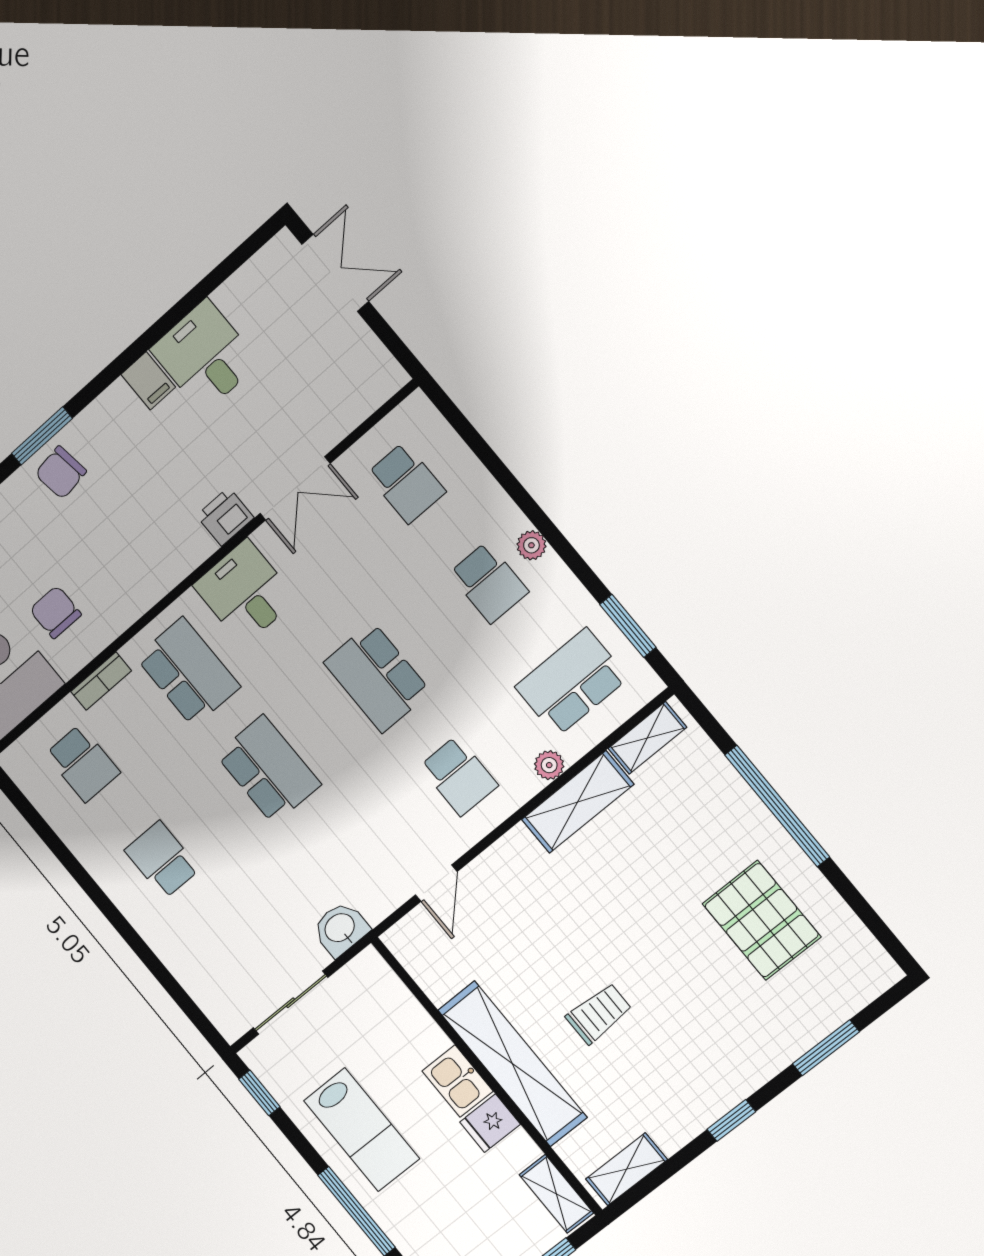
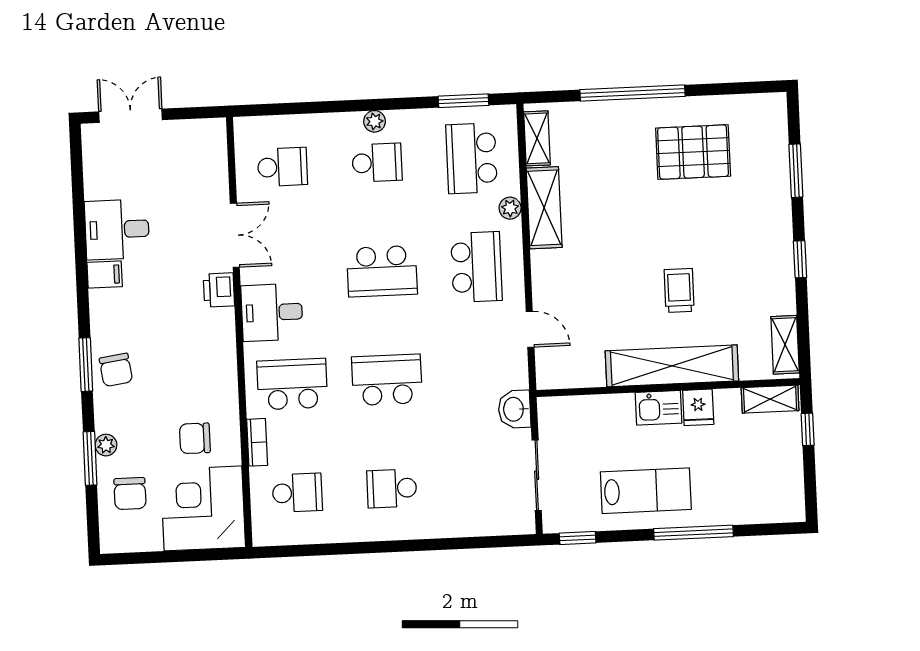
school desk: (459, 776) -> (476, 267), width x1.85

